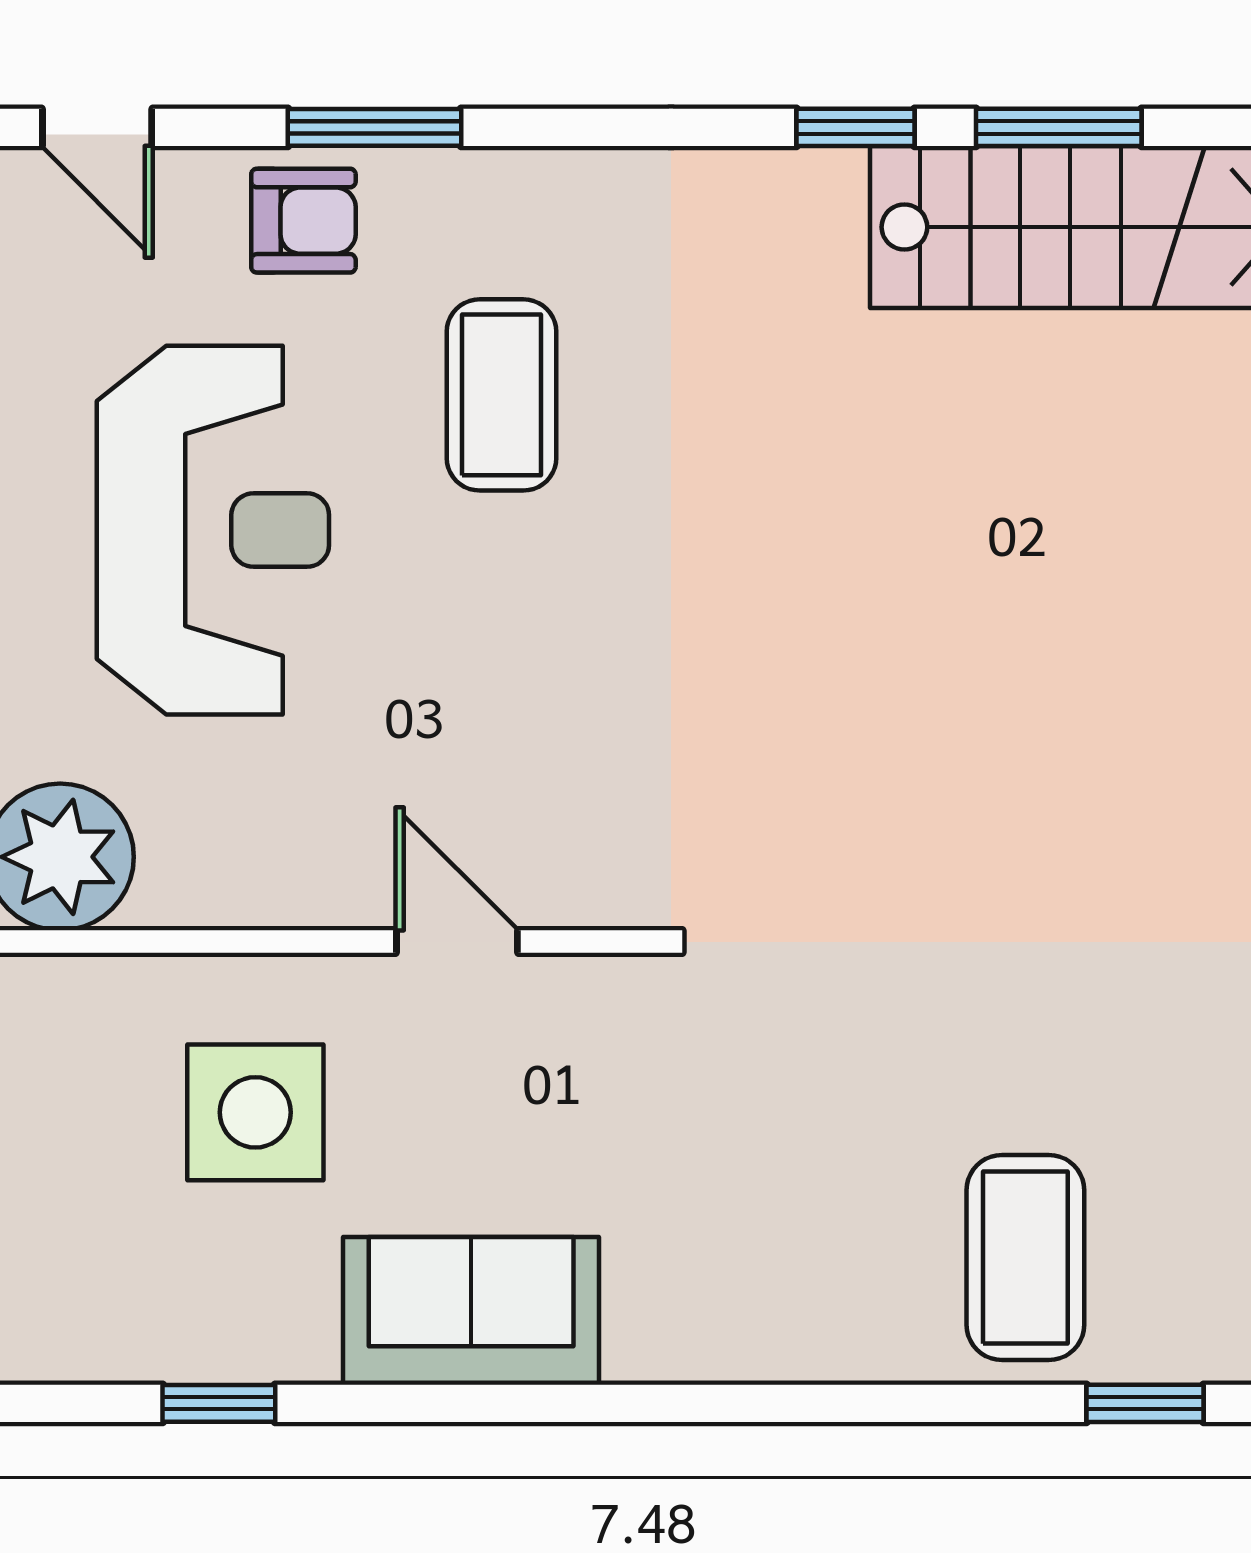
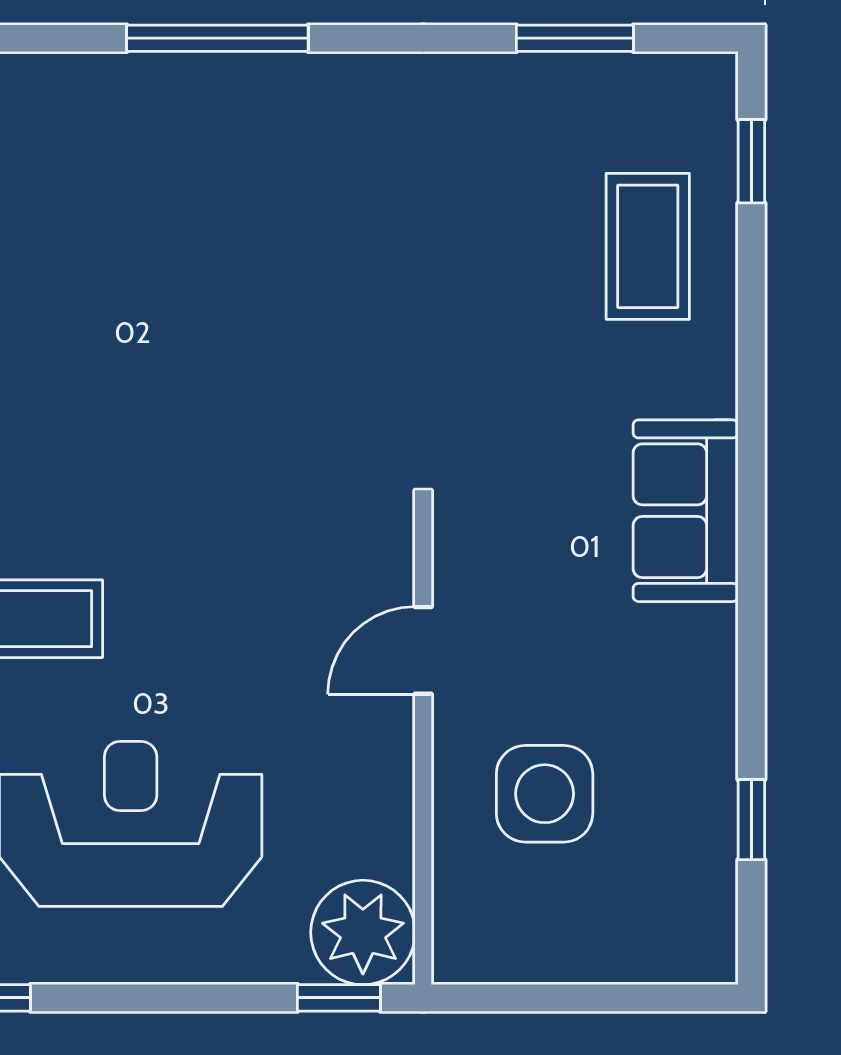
coffee table: (1025, 1258) -> (648, 246), turned 90
sofa: (471, 1311) -> (686, 511), moved

